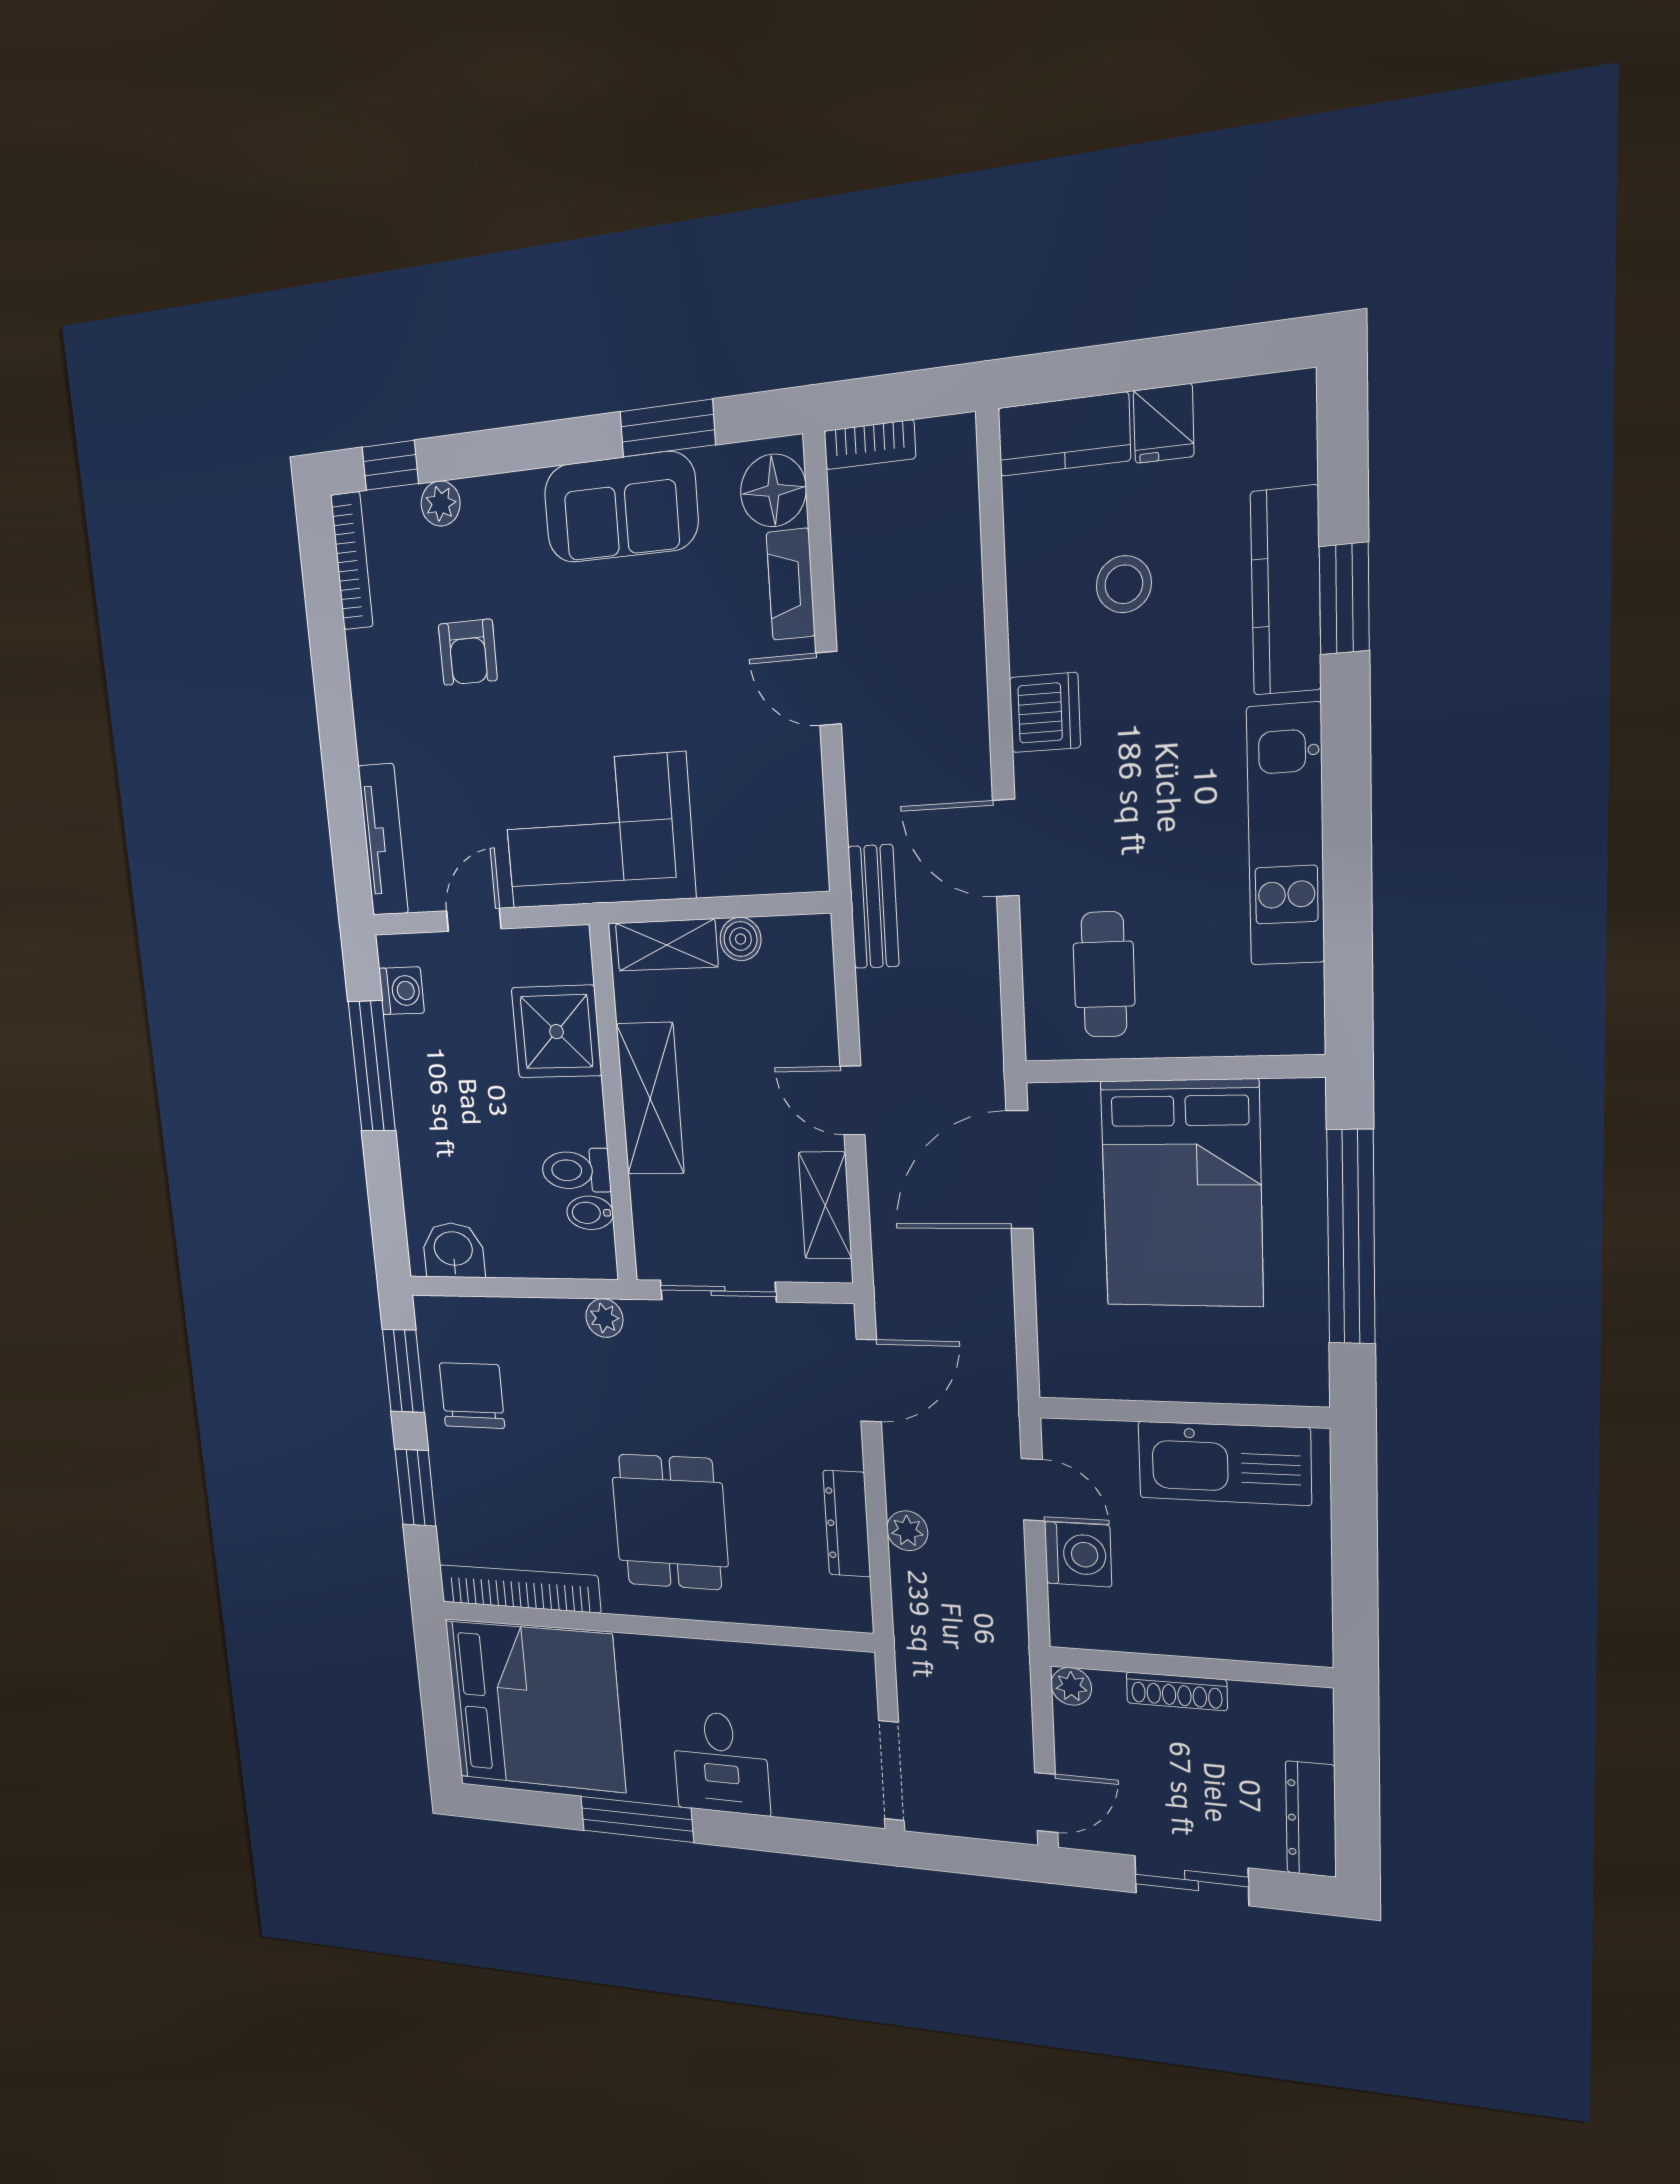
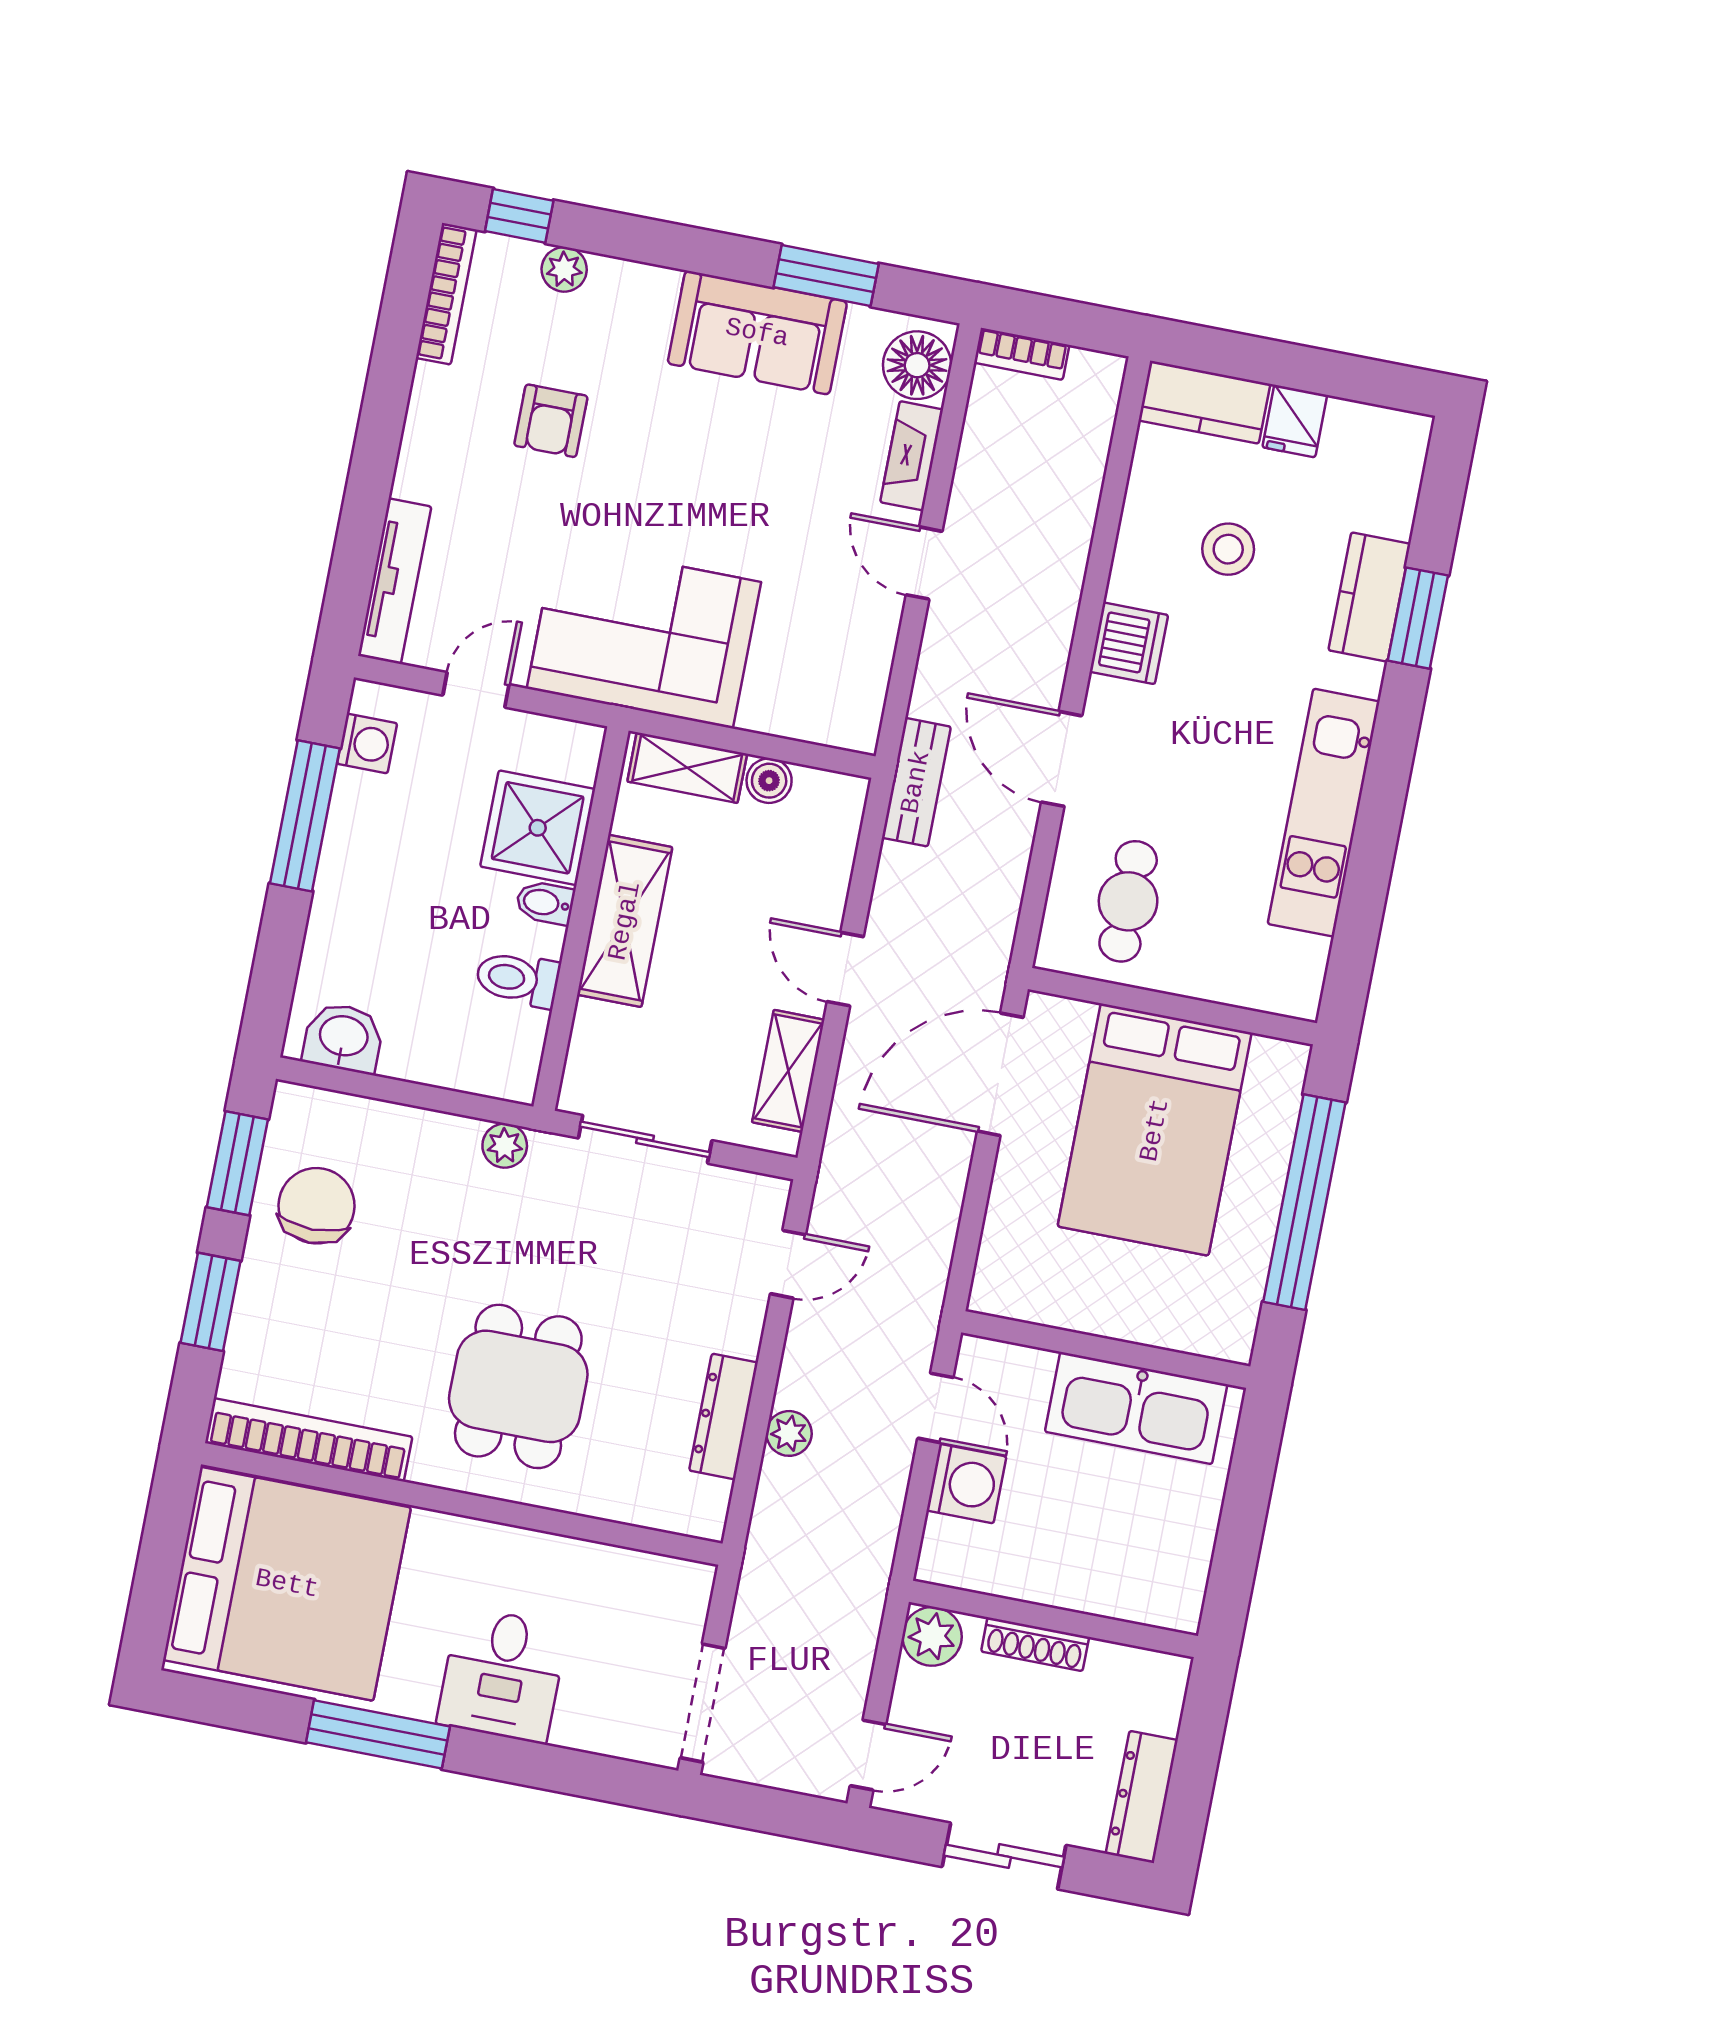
kitchen counter: (1286, 591) -> (1369, 597), width x0.67
bidet: (590, 1213) -> (545, 903), moved
door: (869, 1381) -> (788, 1264), width x0.73
plant: (1071, 1686) -> (932, 1636), width x1.38, depth x1.38

